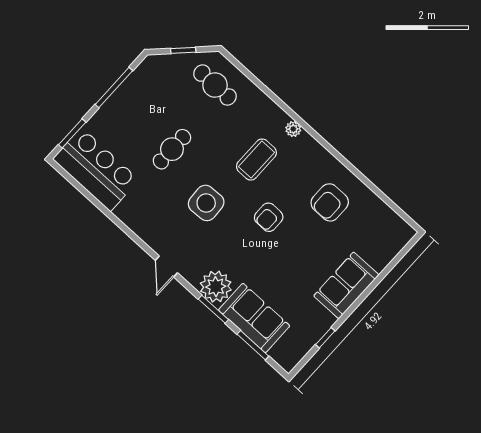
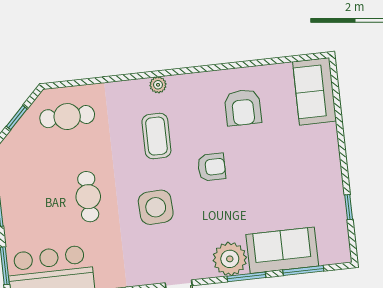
armchair: (269, 217) -> (212, 167), turned -90
sofa: (346, 285) -> (315, 91), moved

